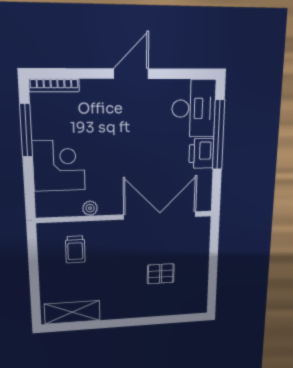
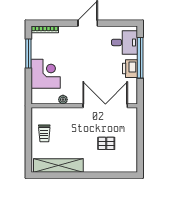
desk: (194, 108) -> (124, 42), width x0.73
trolley: (75, 249) -> (44, 133), moved
shelving: (72, 312) -> (58, 165), width x1.47

